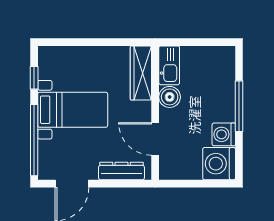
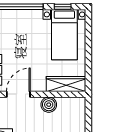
kitchen sink: (169, 65) -> (72, 104), removed
bed with nightstands: (73, 110) -> (64, 35), moved

